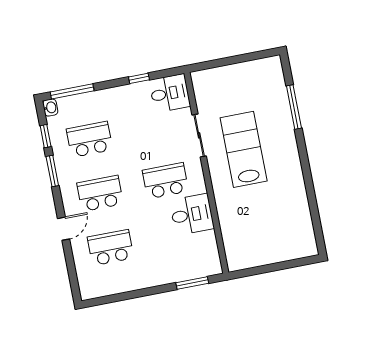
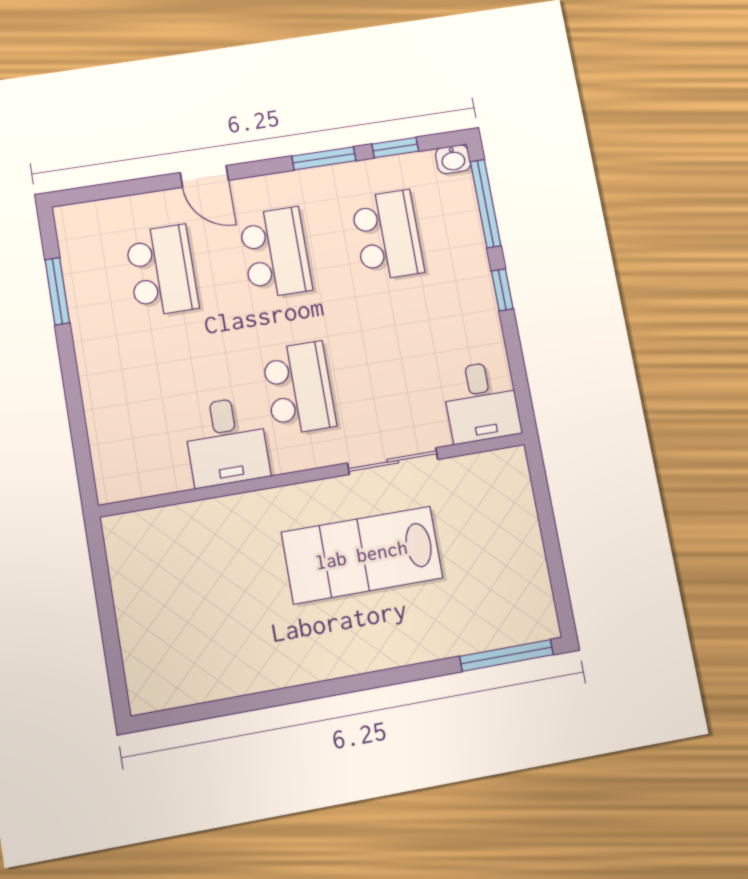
window: (139, 78) -> (502, 290), moved
window: (294, 107) -> (506, 655), moved
lab bench: (244, 149) -> (362, 555), turned 180
window: (192, 283) -> (57, 291), moved

